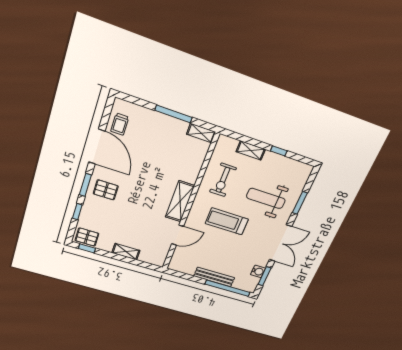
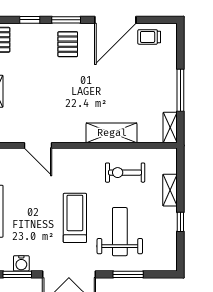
shelving: (180, 201) -> (112, 133), moved
treadmill: (227, 221) -> (75, 218), moved

